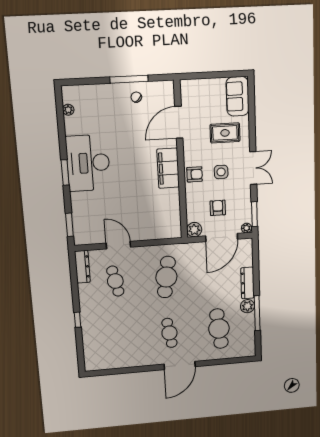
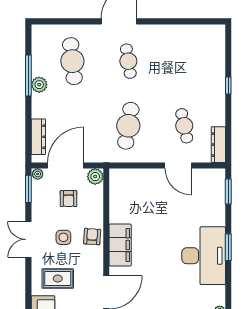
armchair: (195, 174) -> (92, 237), turned 94
dresser: (247, 283) -> (38, 137), moved

